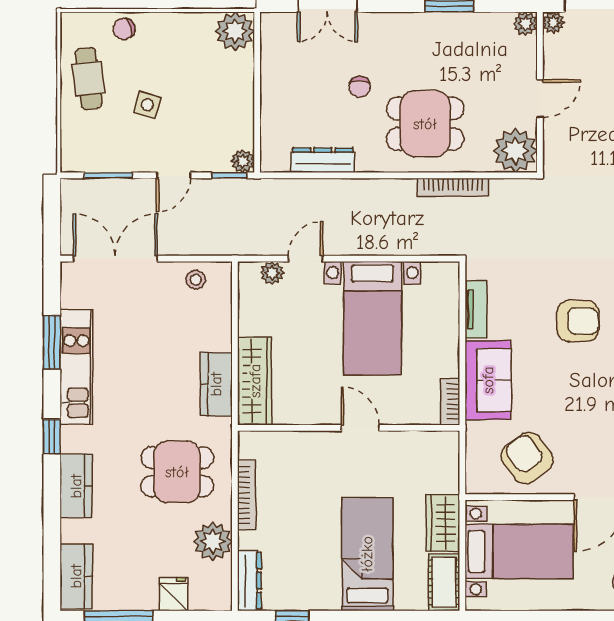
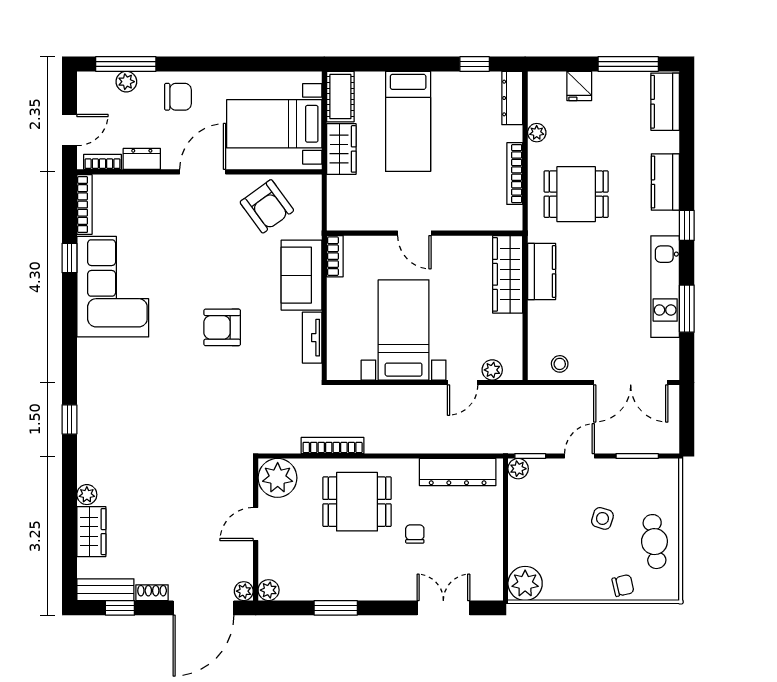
dresser: (323, 160) -> (458, 472), width x1.37, depth x1.24
plant: (213, 541) -> (537, 133), width x0.53, depth x0.53

